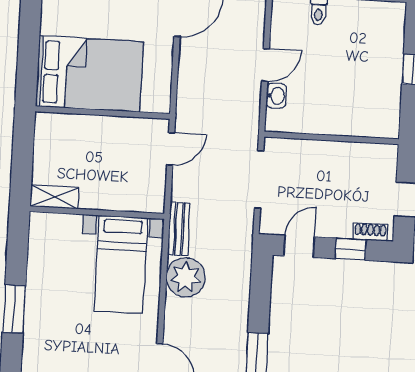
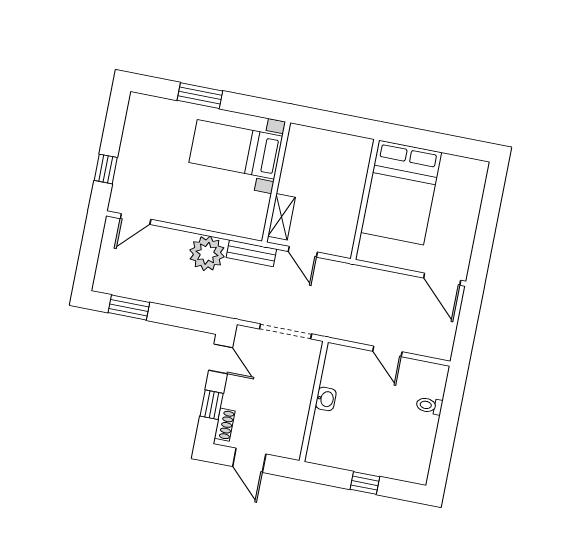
washbasin: (276, 96) -> (326, 399), moved, turned -90
door: (171, 149) -> (303, 252), moved
shelving: (54, 197) -> (282, 217), moved
bed with nightstands: (121, 265) -> (236, 149), moved

